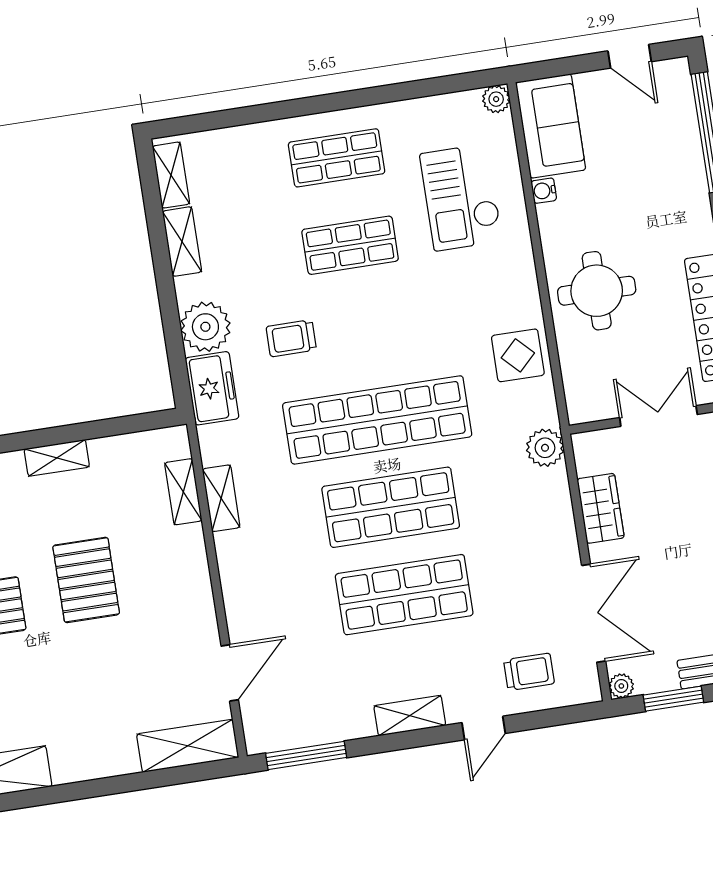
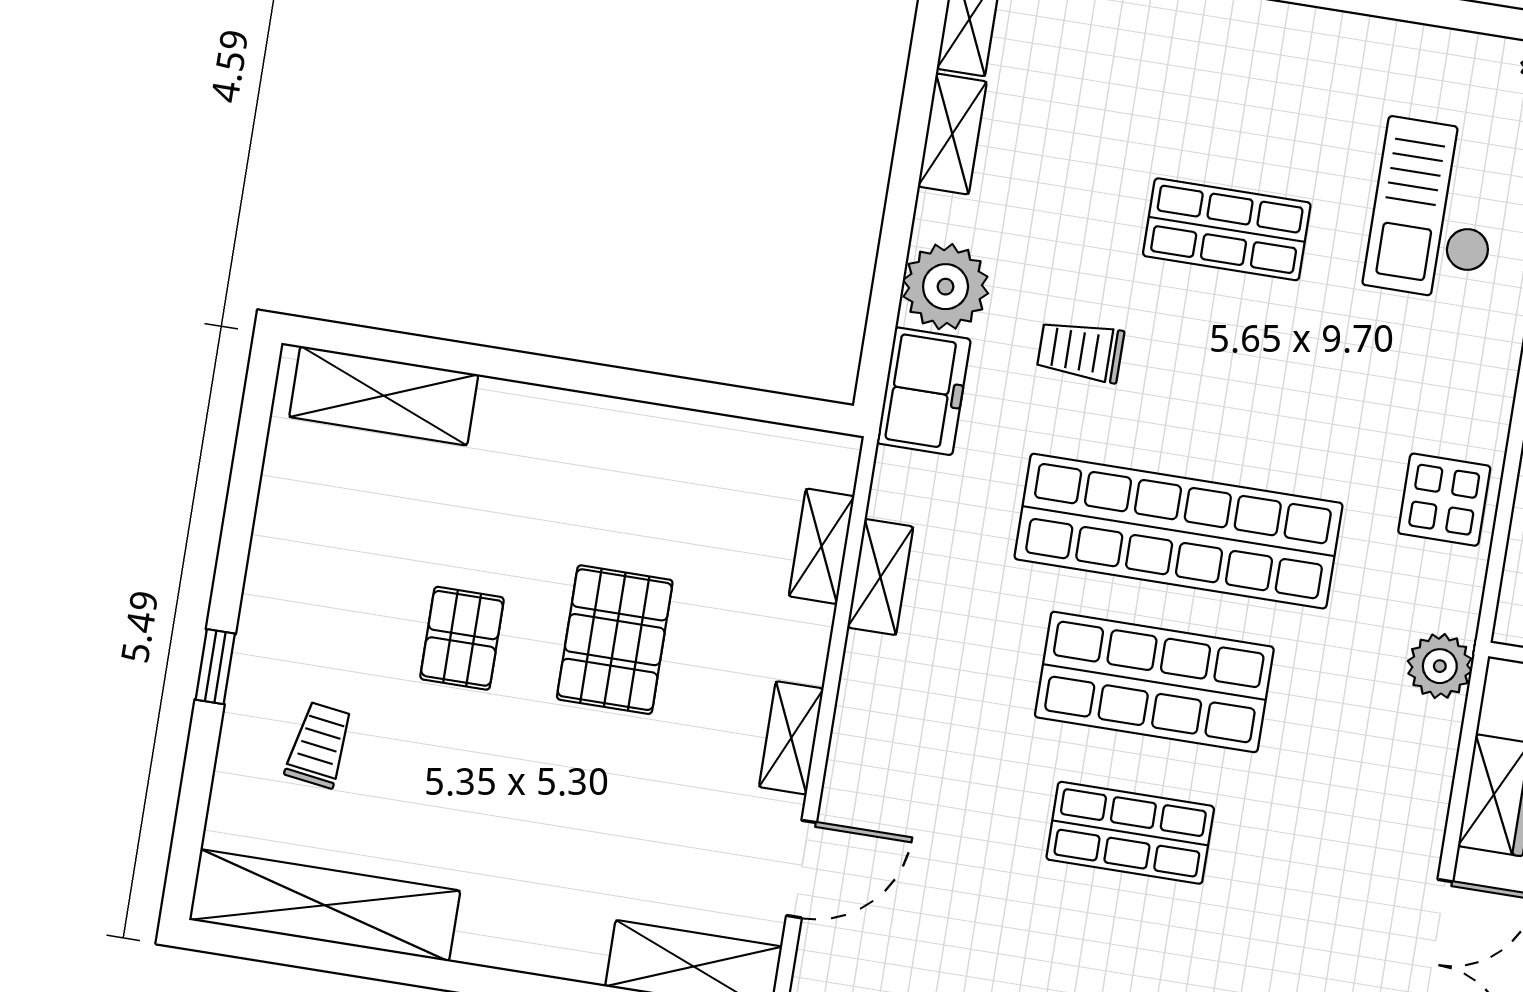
shop shelf: (337, 158) -> (1251, 78), removed
shelving: (57, 458) -> (791, 738), moved, turned 90
shop shelf: (404, 595) -> (1130, 833), width x0.70, depth x0.74

